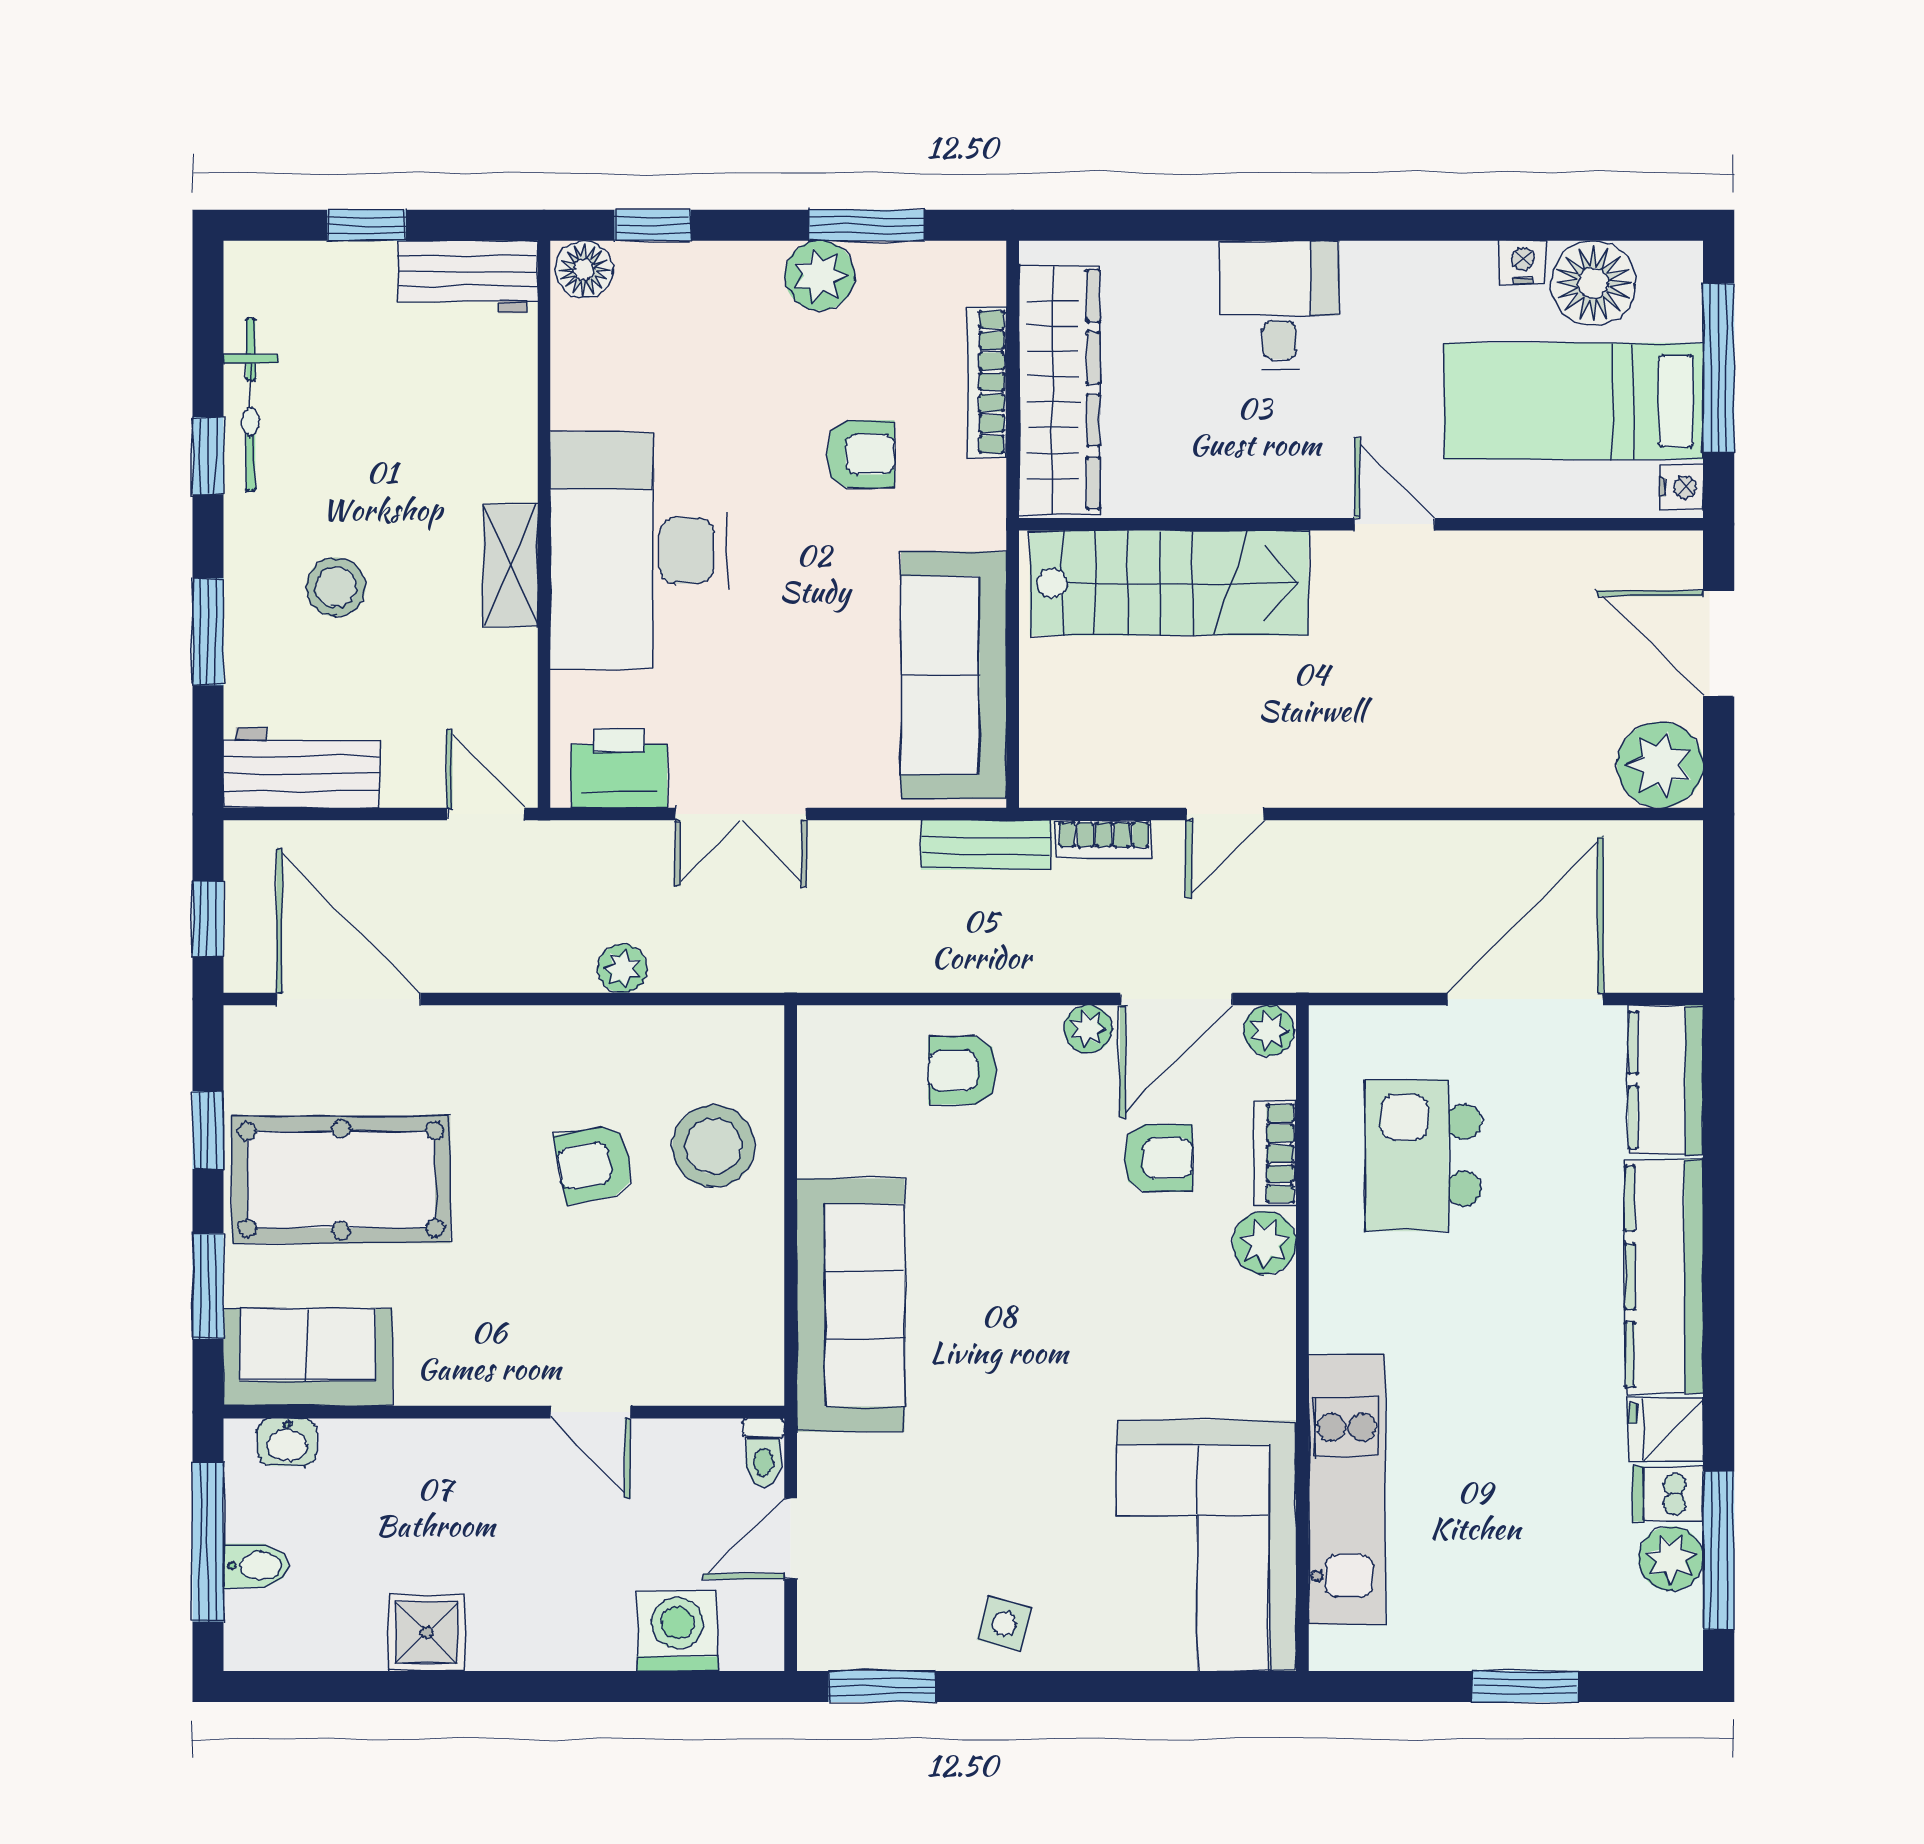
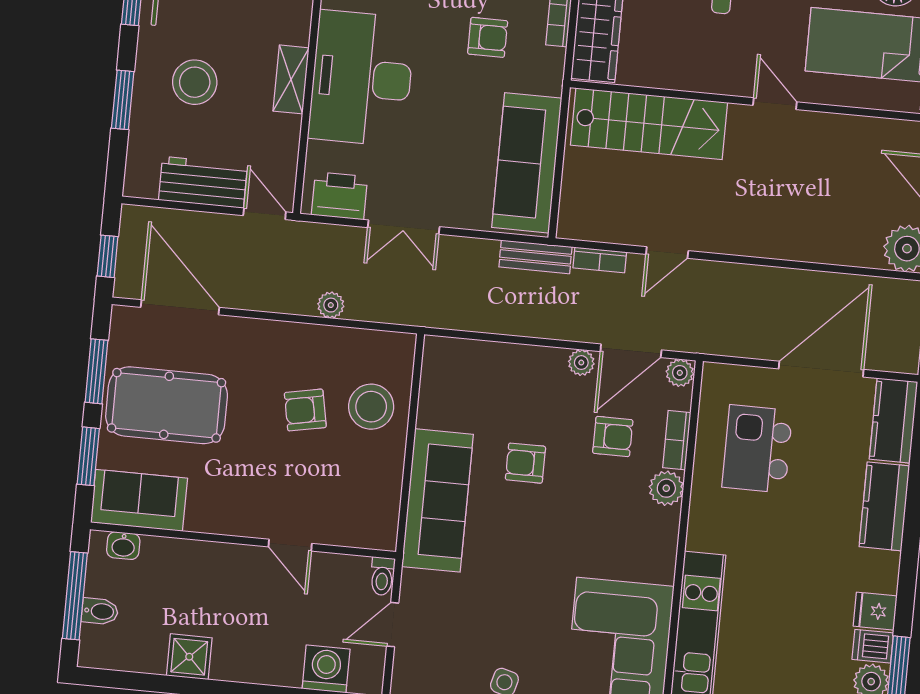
stool: (336, 587) -> (195, 82), width x1.38, depth x1.38
workbench: (301, 768) -> (203, 182), moved
armchair: (962, 1070) -> (525, 463), moved
window: (208, 1130) -> (97, 371), width x1.50
kitchen counter: (1664, 1276) -> (884, 506), width x0.67

